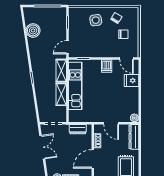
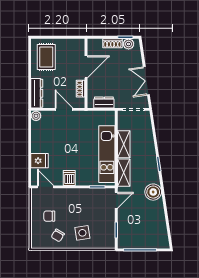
boiler: (33, 30) -> (153, 192), moved

